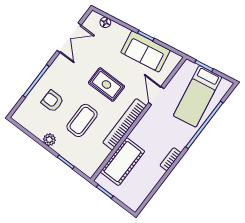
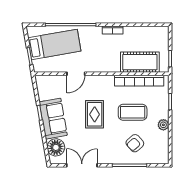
floor lamp: (105, 22) -> (56, 147), width x1.89, depth x1.89
sofa: (145, 51) -> (53, 119), moved
armchair: (52, 101) -> (135, 143), turned 48
bookcase: (125, 124) -> (139, 81), moved

